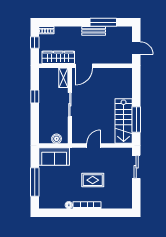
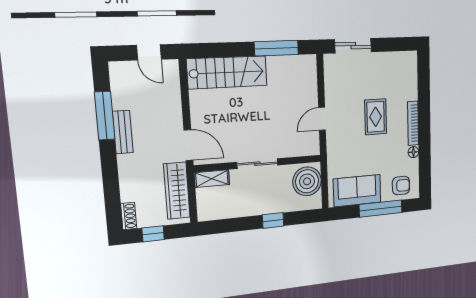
door: (136, 48) -> (149, 52), swing flipped
window: (35, 96) -> (273, 220), moved
stairs: (124, 121) -> (227, 72), moved
boiler: (57, 139) -> (307, 181), width x1.86, depth x1.86
door: (94, 146) -> (322, 119), hinge flipped
sofa: (54, 156) -> (357, 191), moved, turned -90
armchair: (48, 196) -> (401, 186), added

